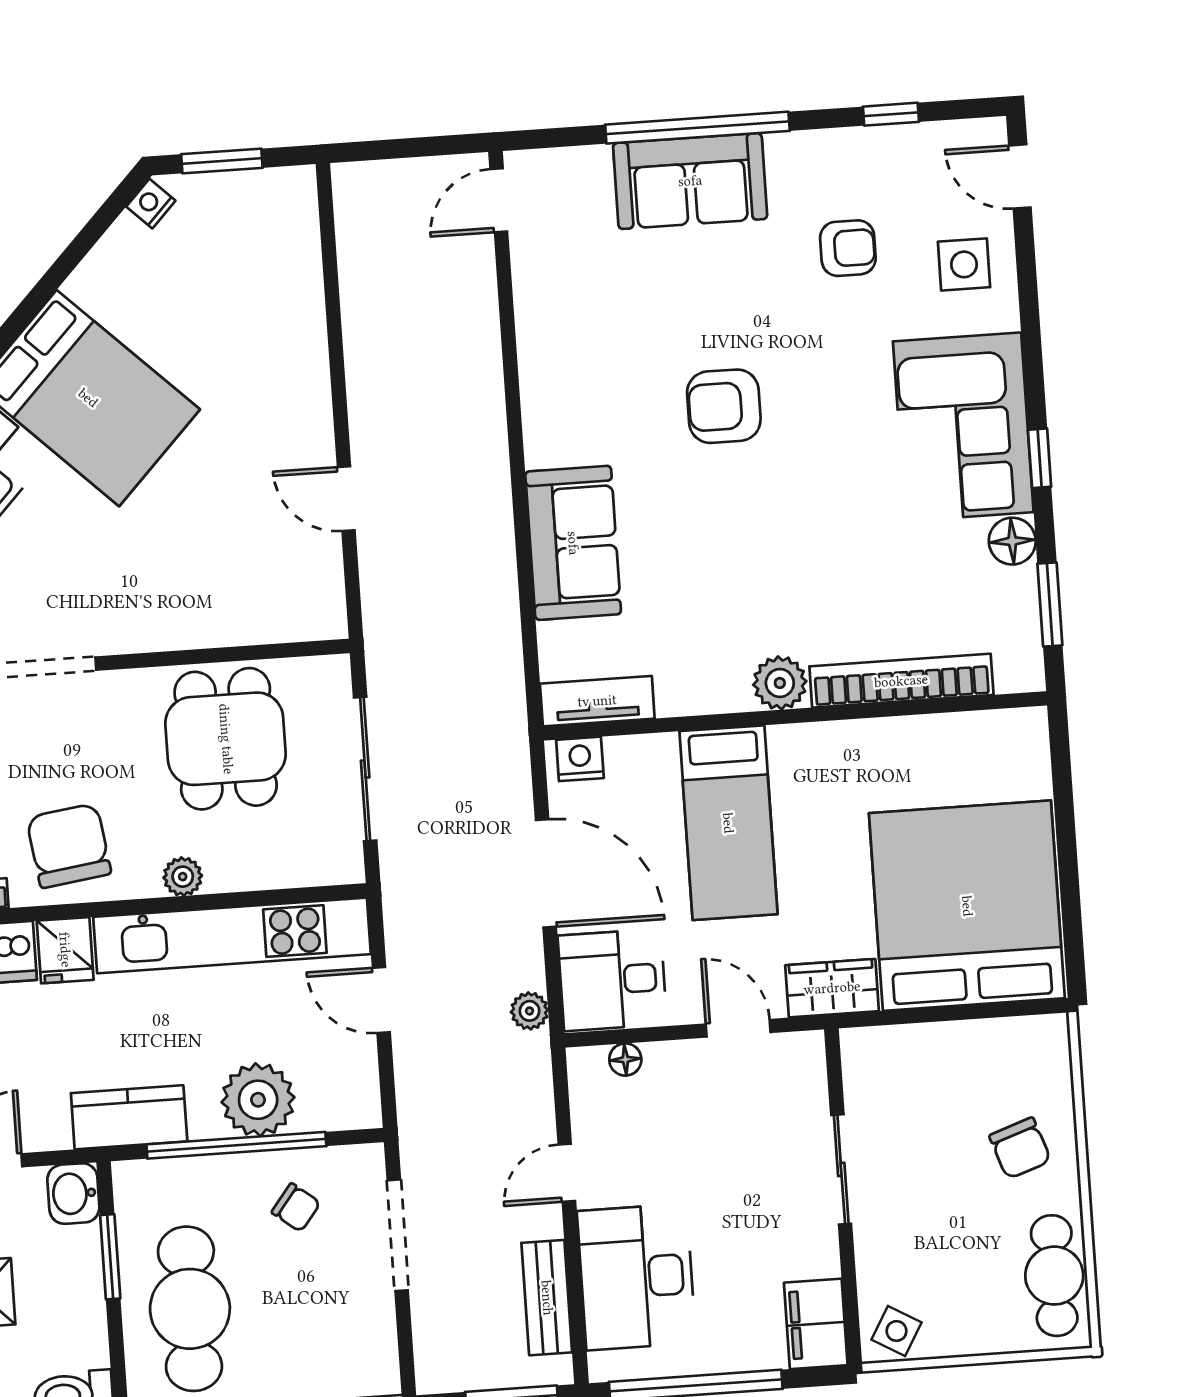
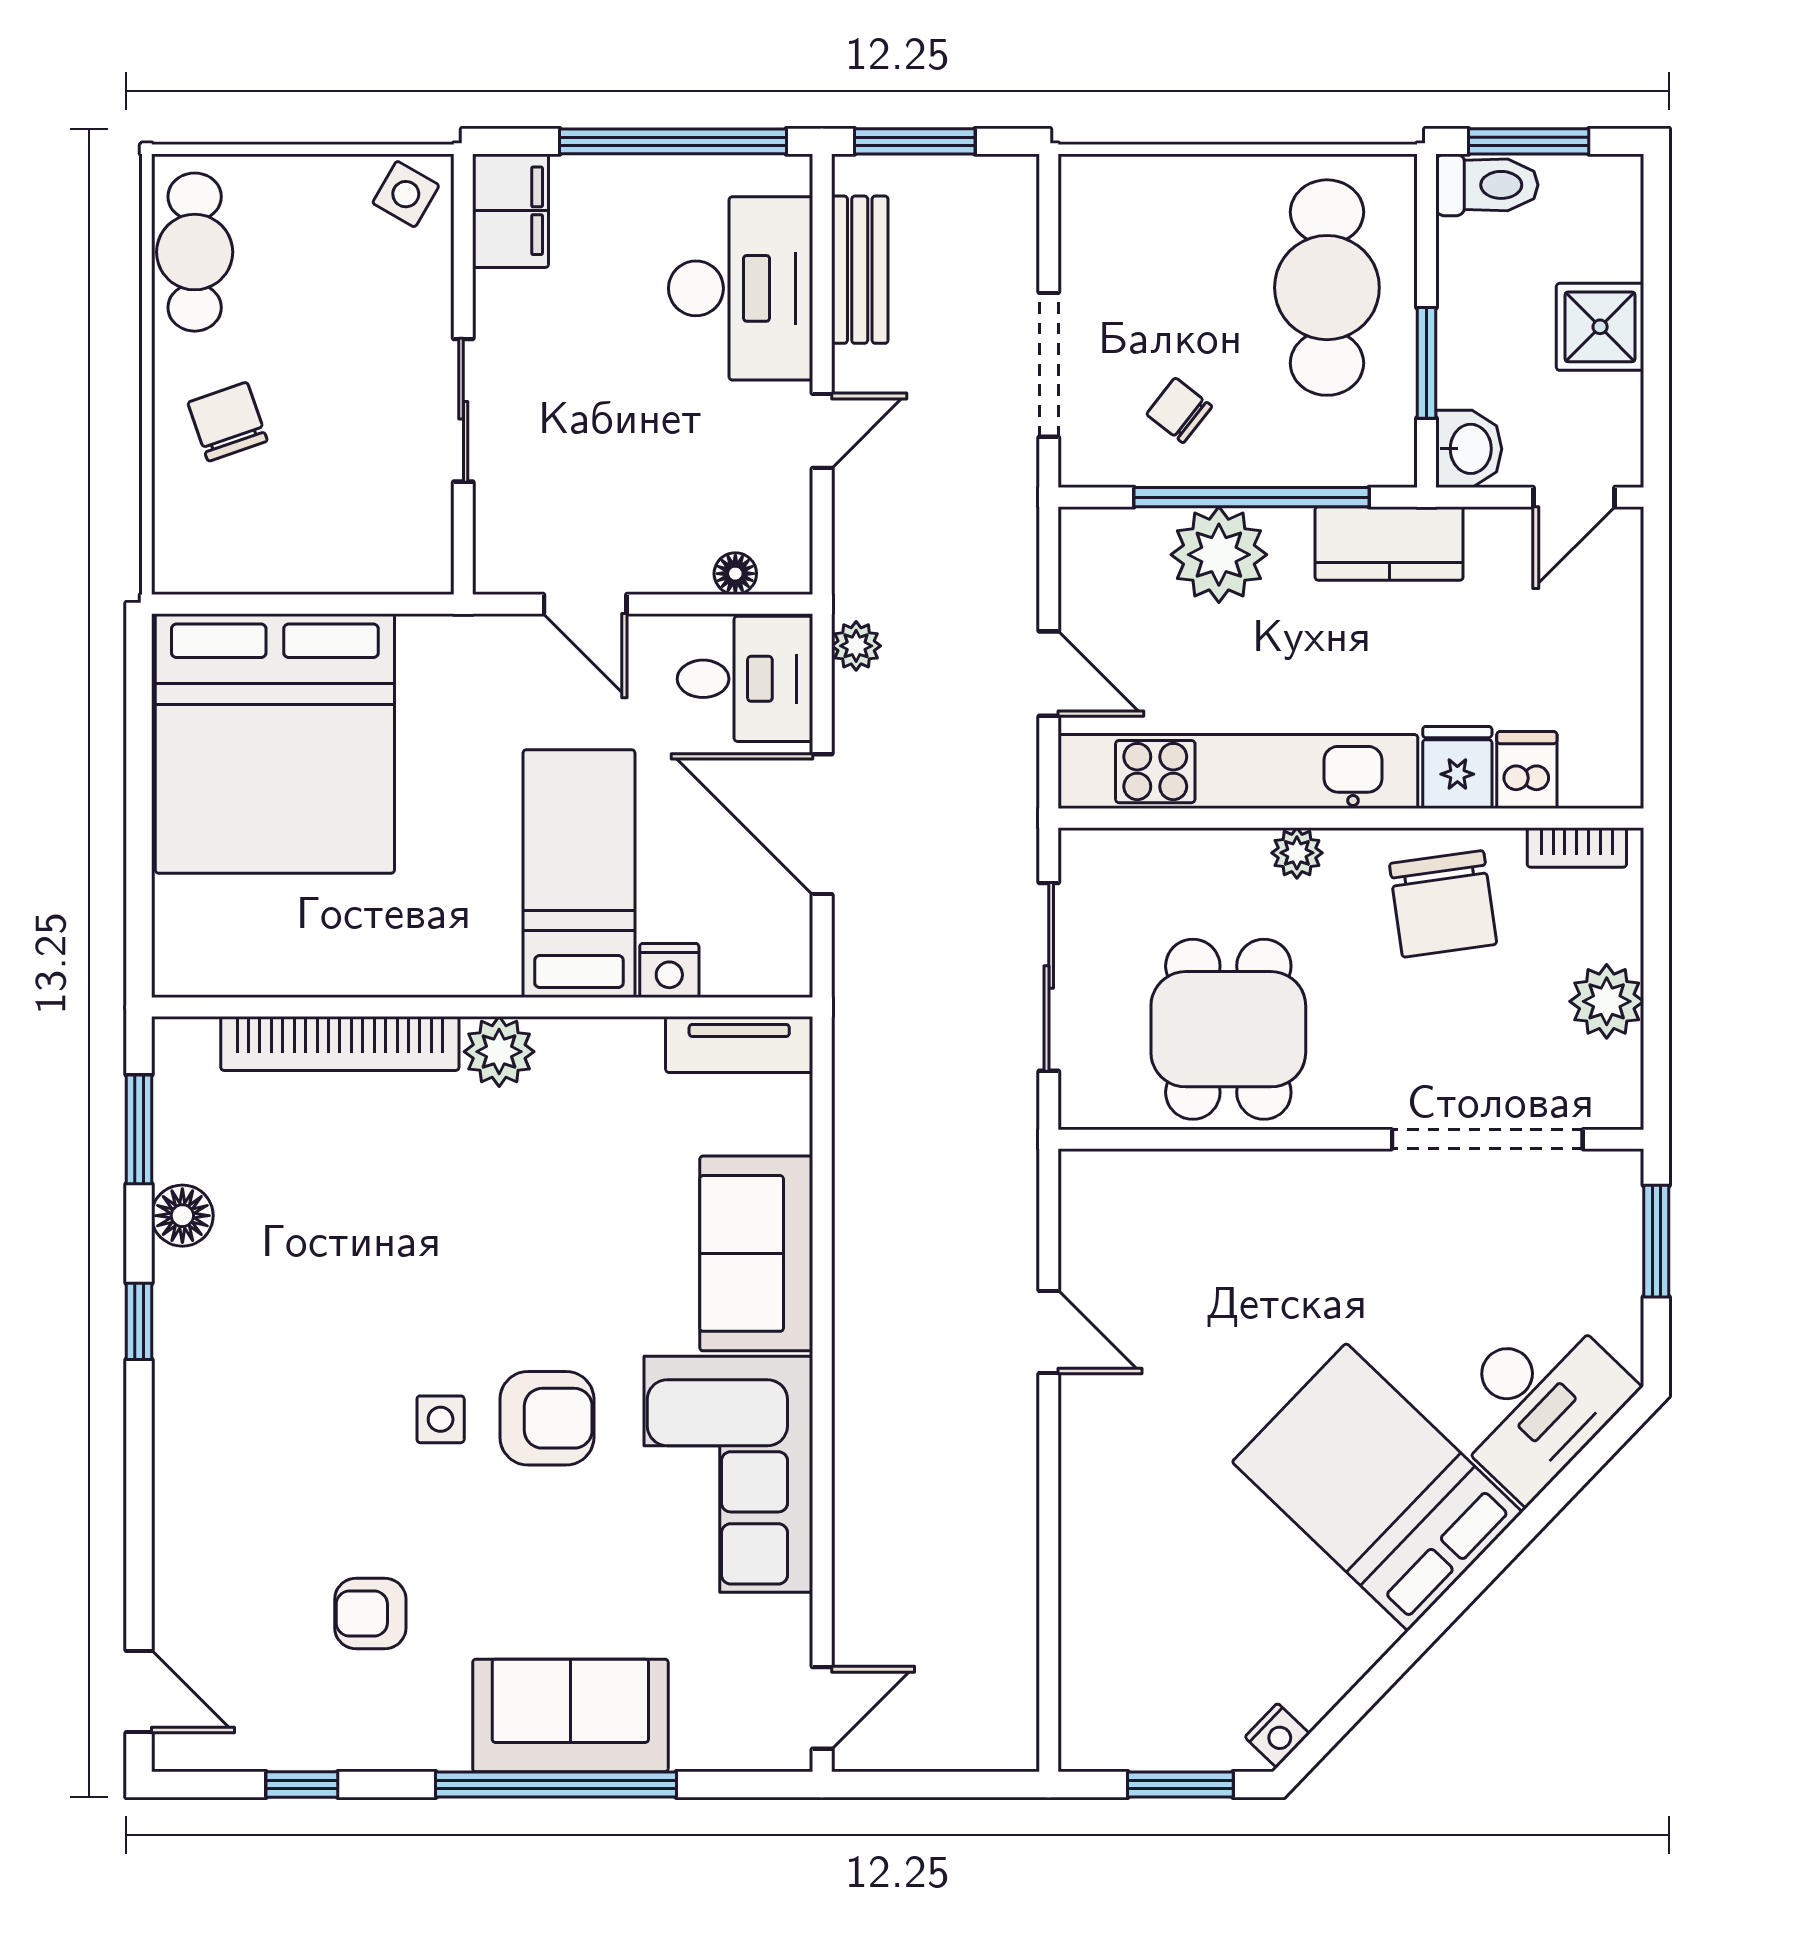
side table: (964, 264) -> (441, 1419), moved, width x0.73, depth x0.73
corner sofa: (963, 427) -> (728, 1474), moved, turned 180
nightstand: (580, 759) -> (669, 970), moved
wardrobe: (832, 988) -> (459, 648), removed

